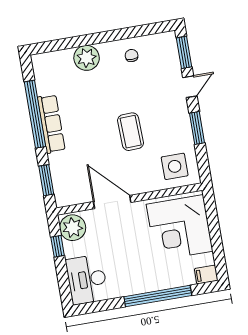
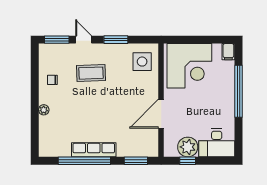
plant: (87, 58) -> (44, 110), width x0.53, depth x0.53
coffee table: (131, 132) -> (91, 73), moved
plant: (73, 228) -> (188, 147), moved

